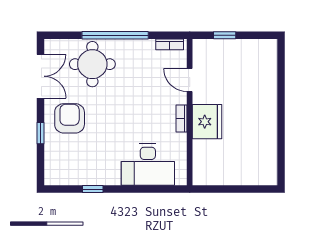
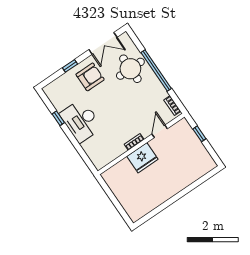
desk: (148, 165) -> (81, 121), moved

